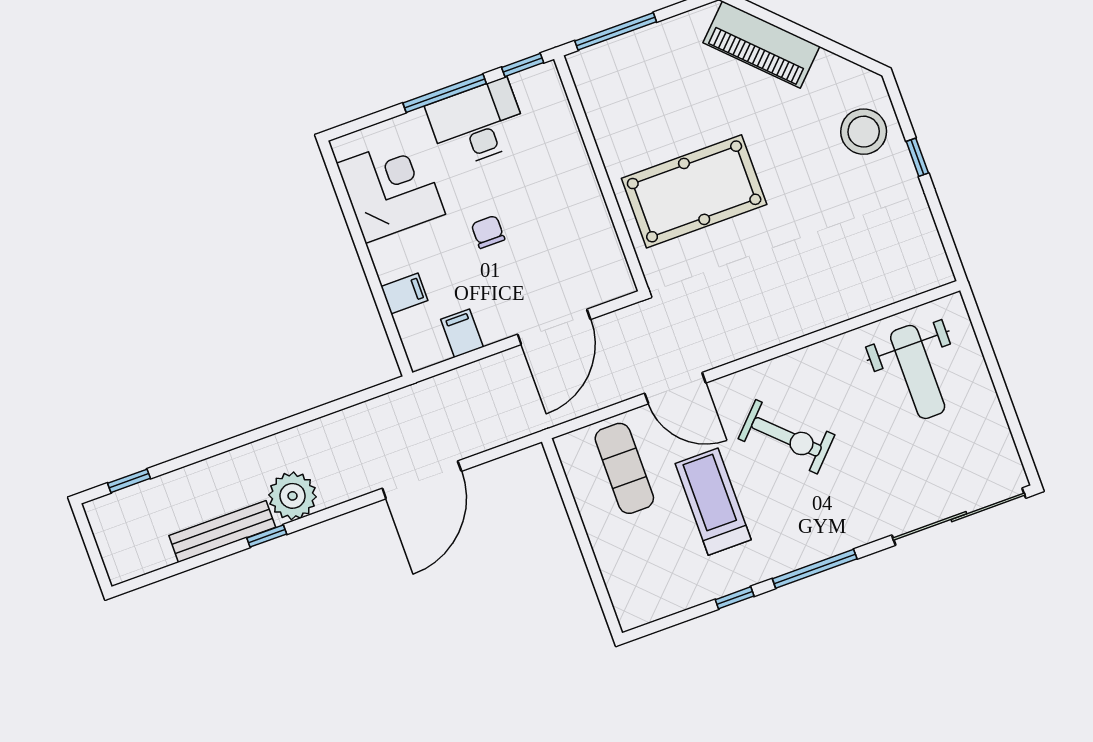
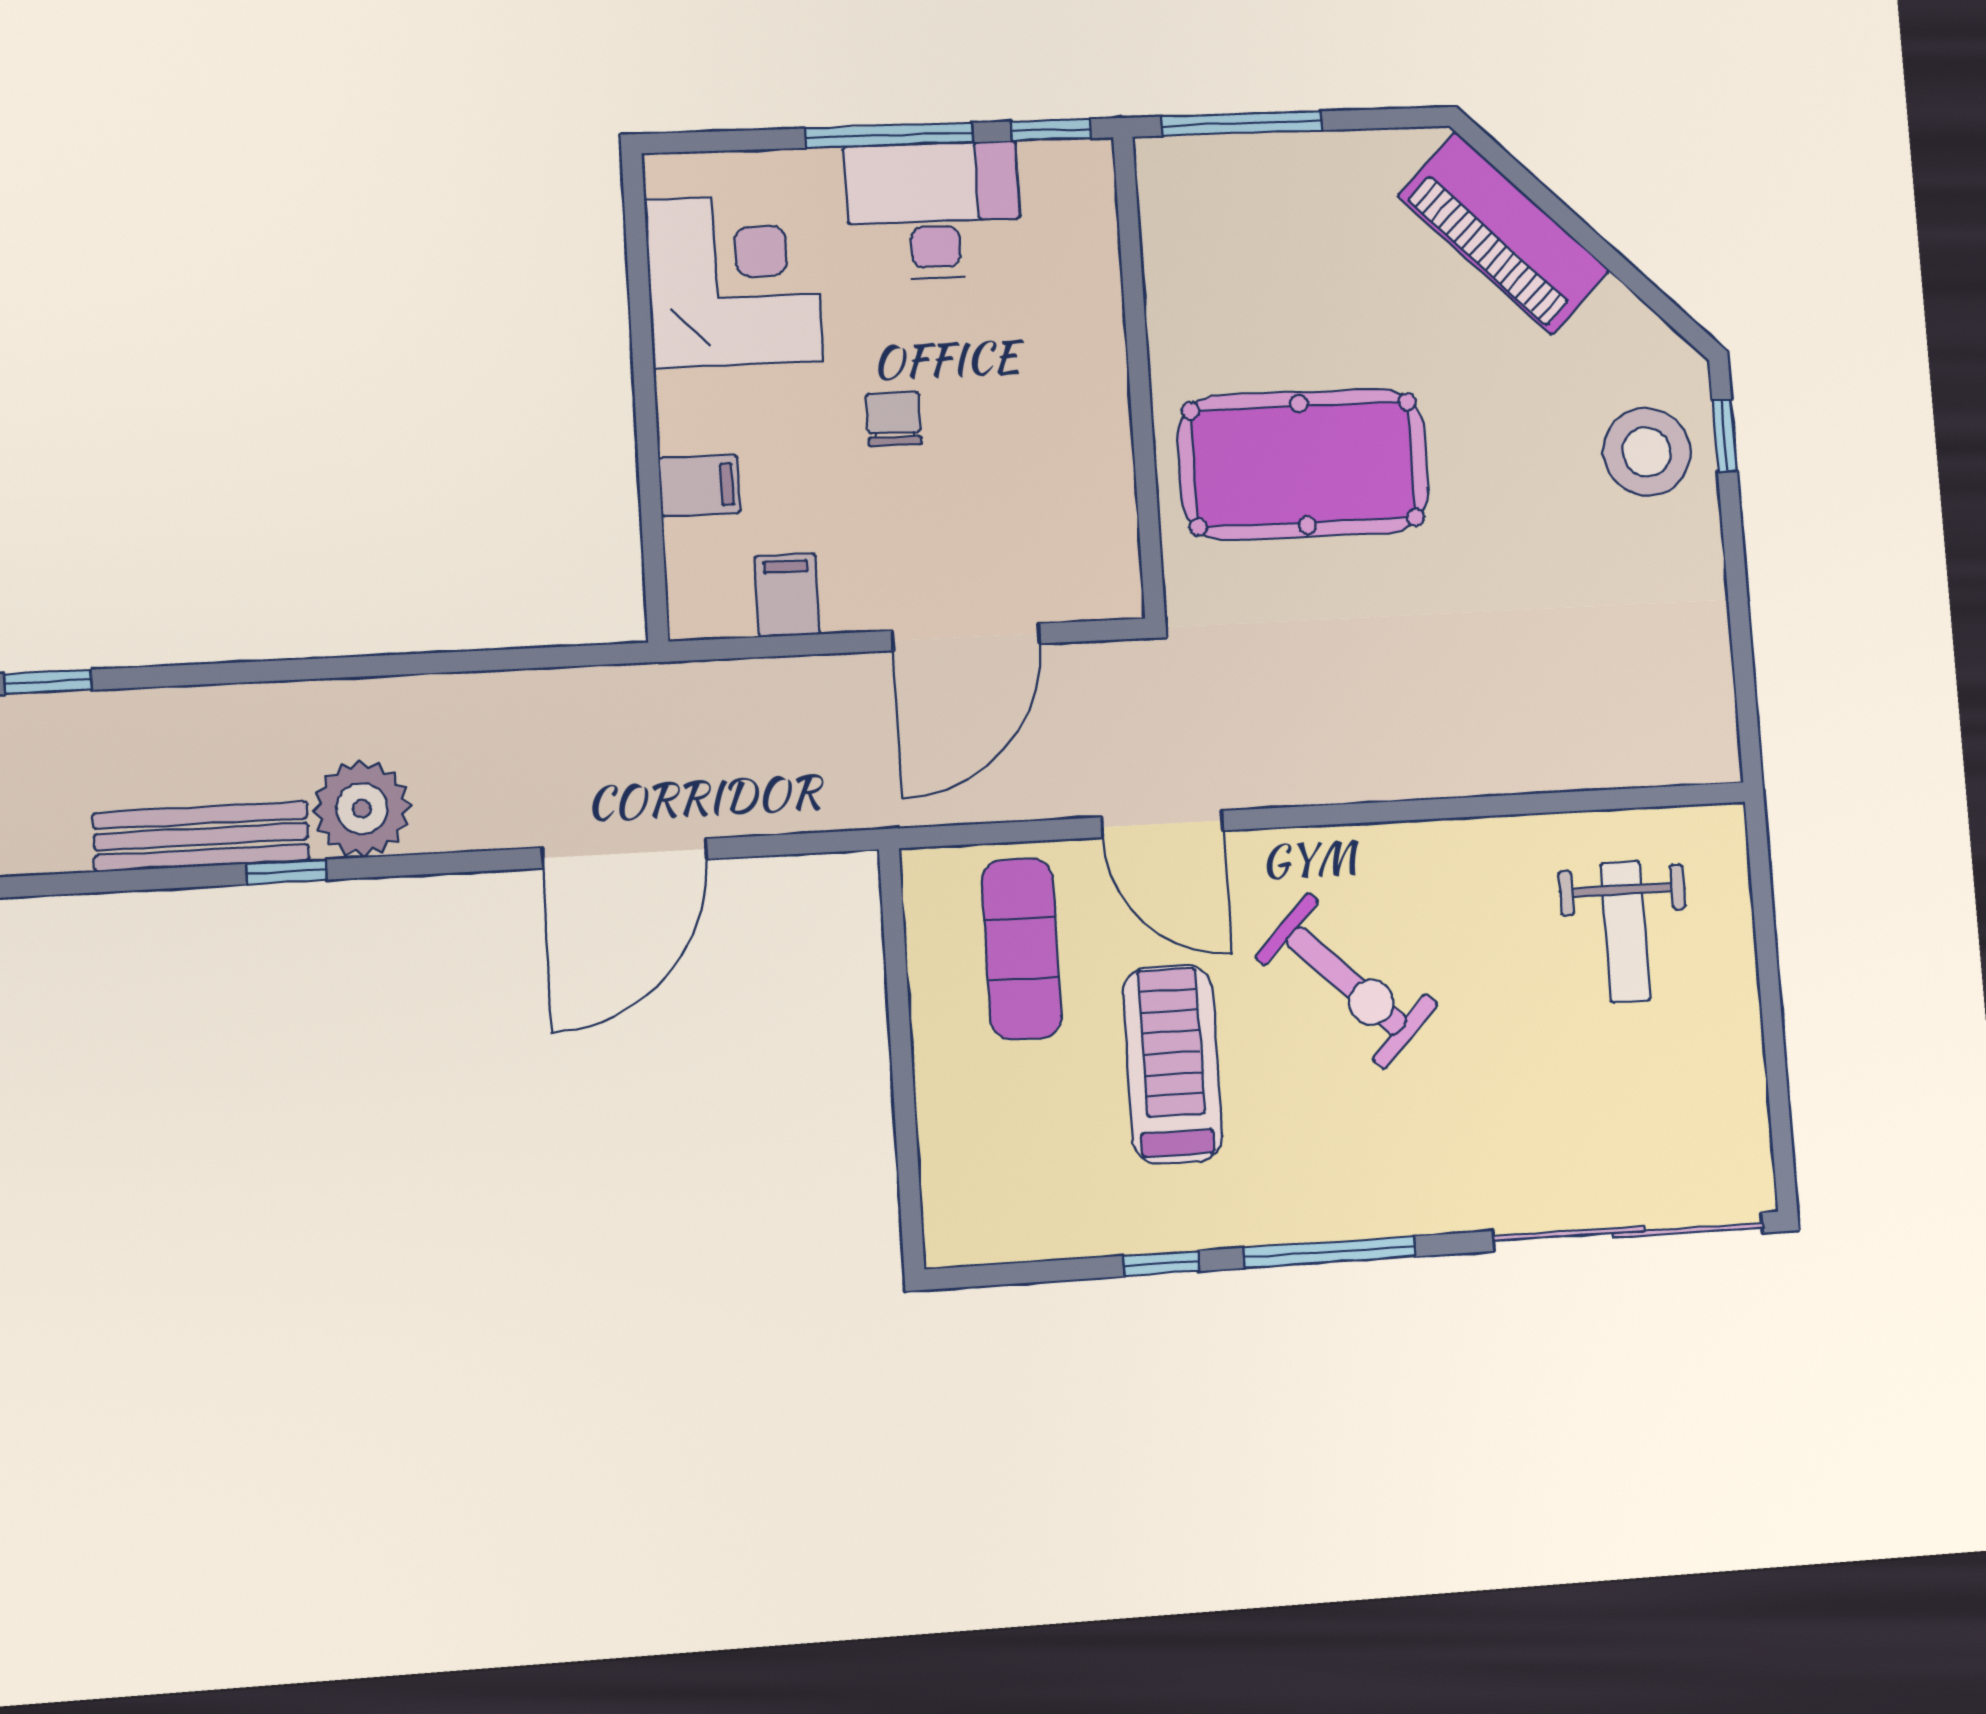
window: (917, 157) -> (1725, 436), moved
weight bench: (918, 372) -> (1625, 932), width x0.73, depth x0.75

